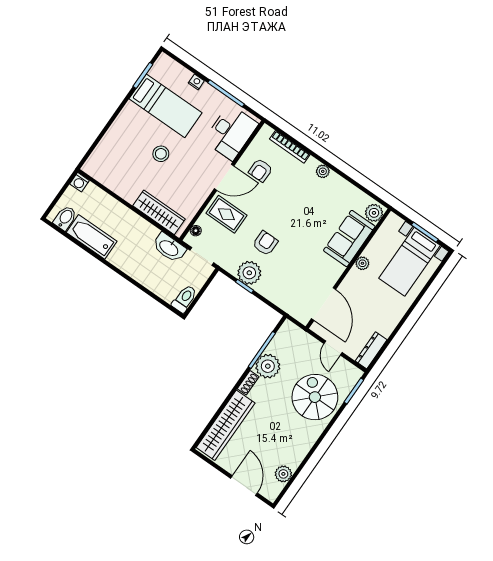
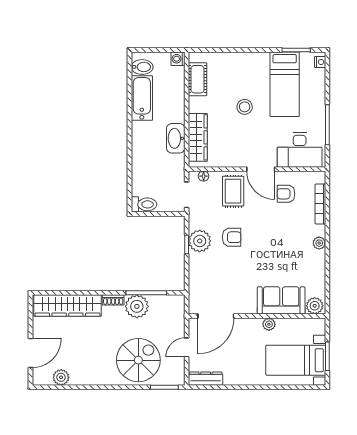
nightstand: (196, 82) -> (320, 62), moved
cot: (109, 178) -> (198, 79), added
washbasin: (169, 248) -> (176, 138), moved

